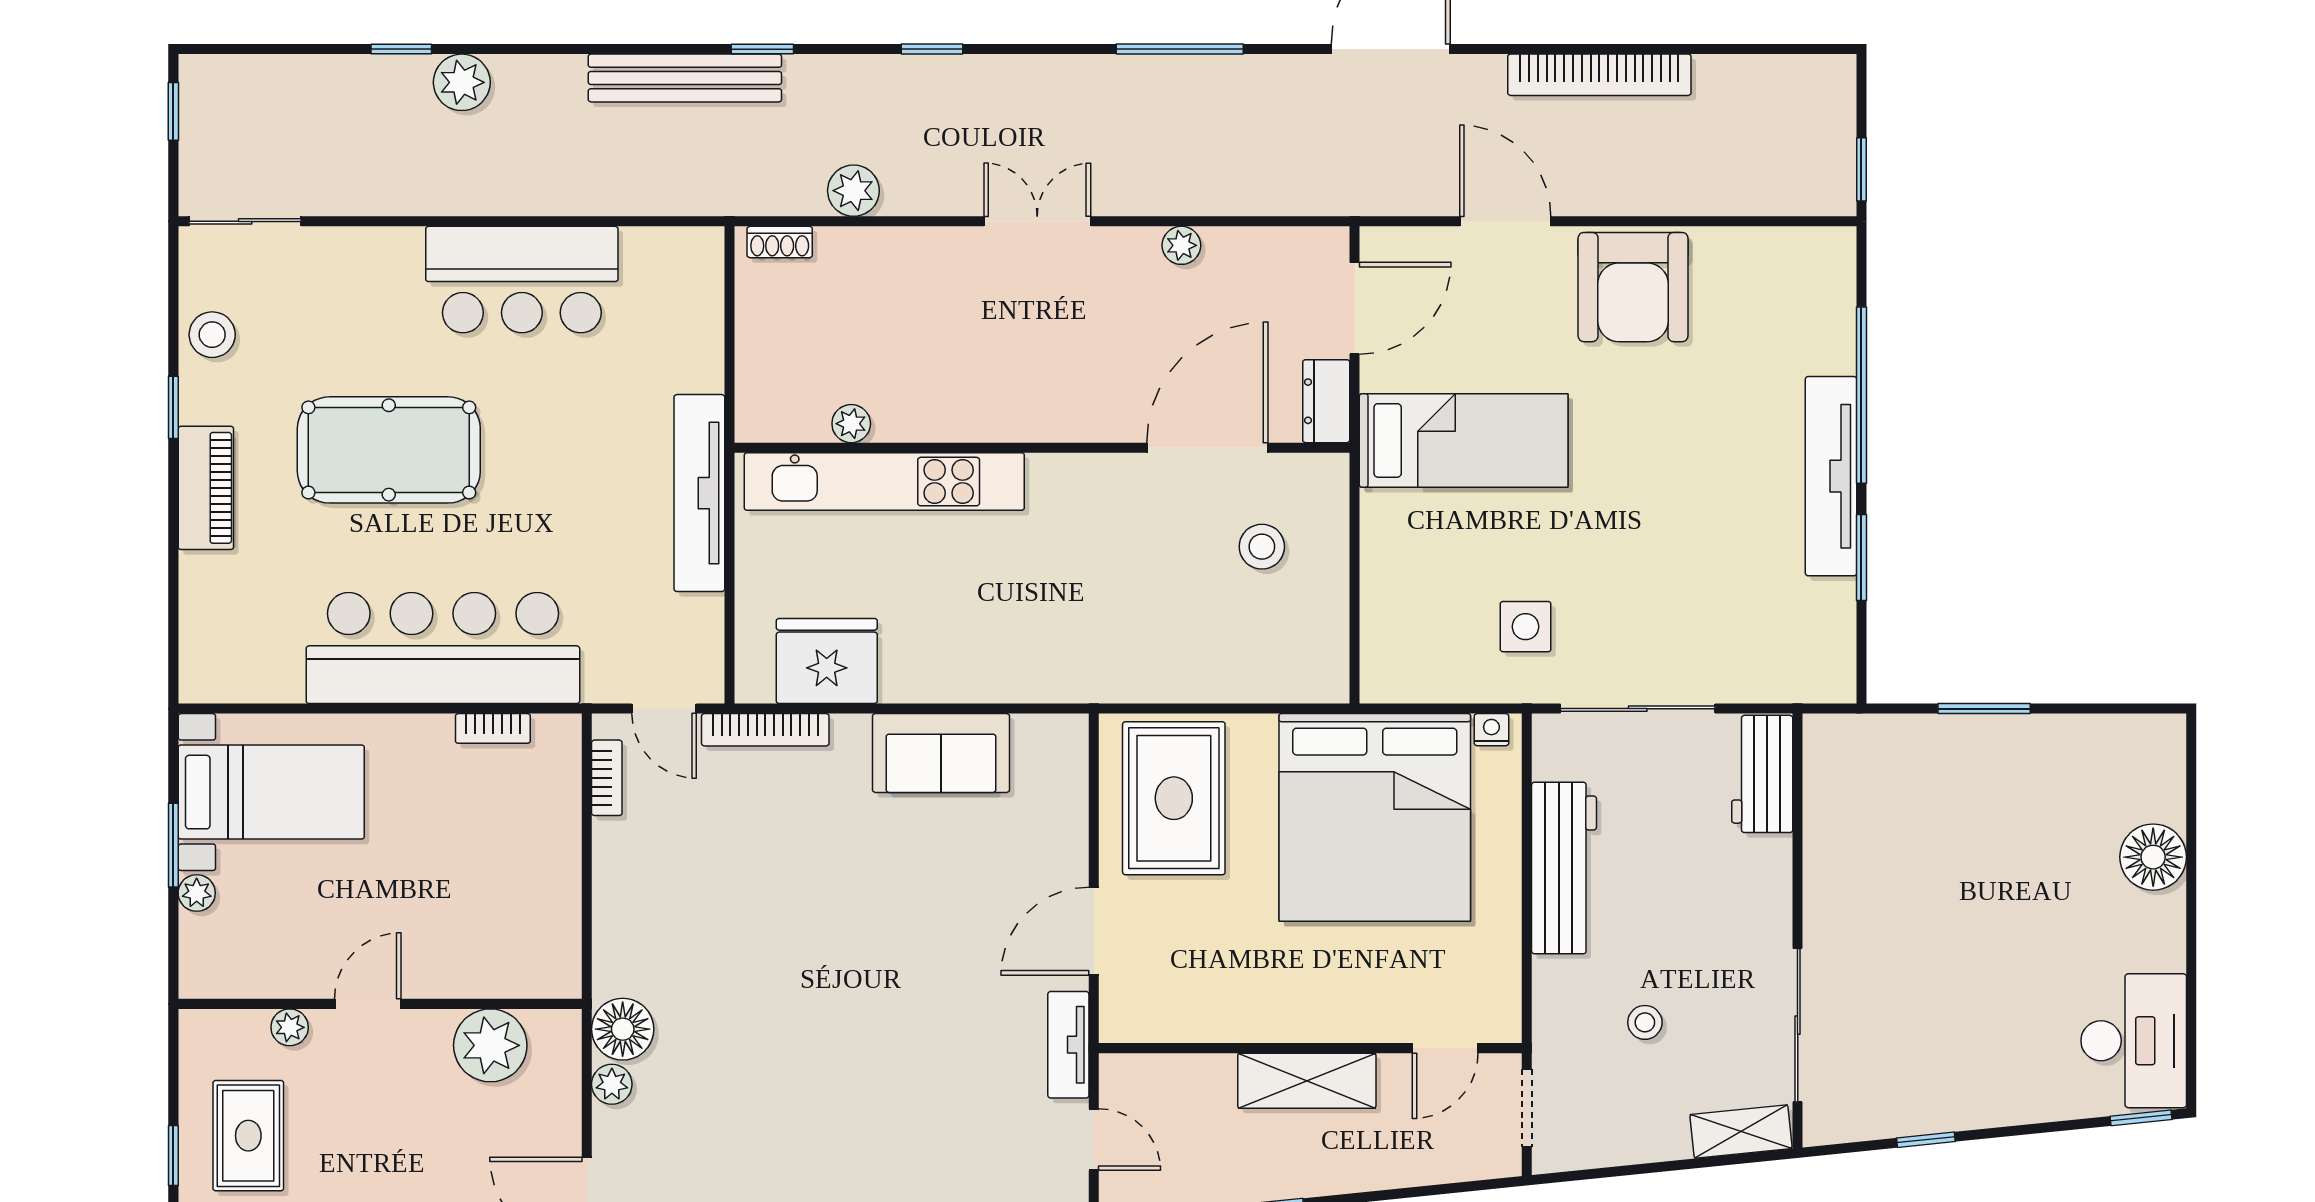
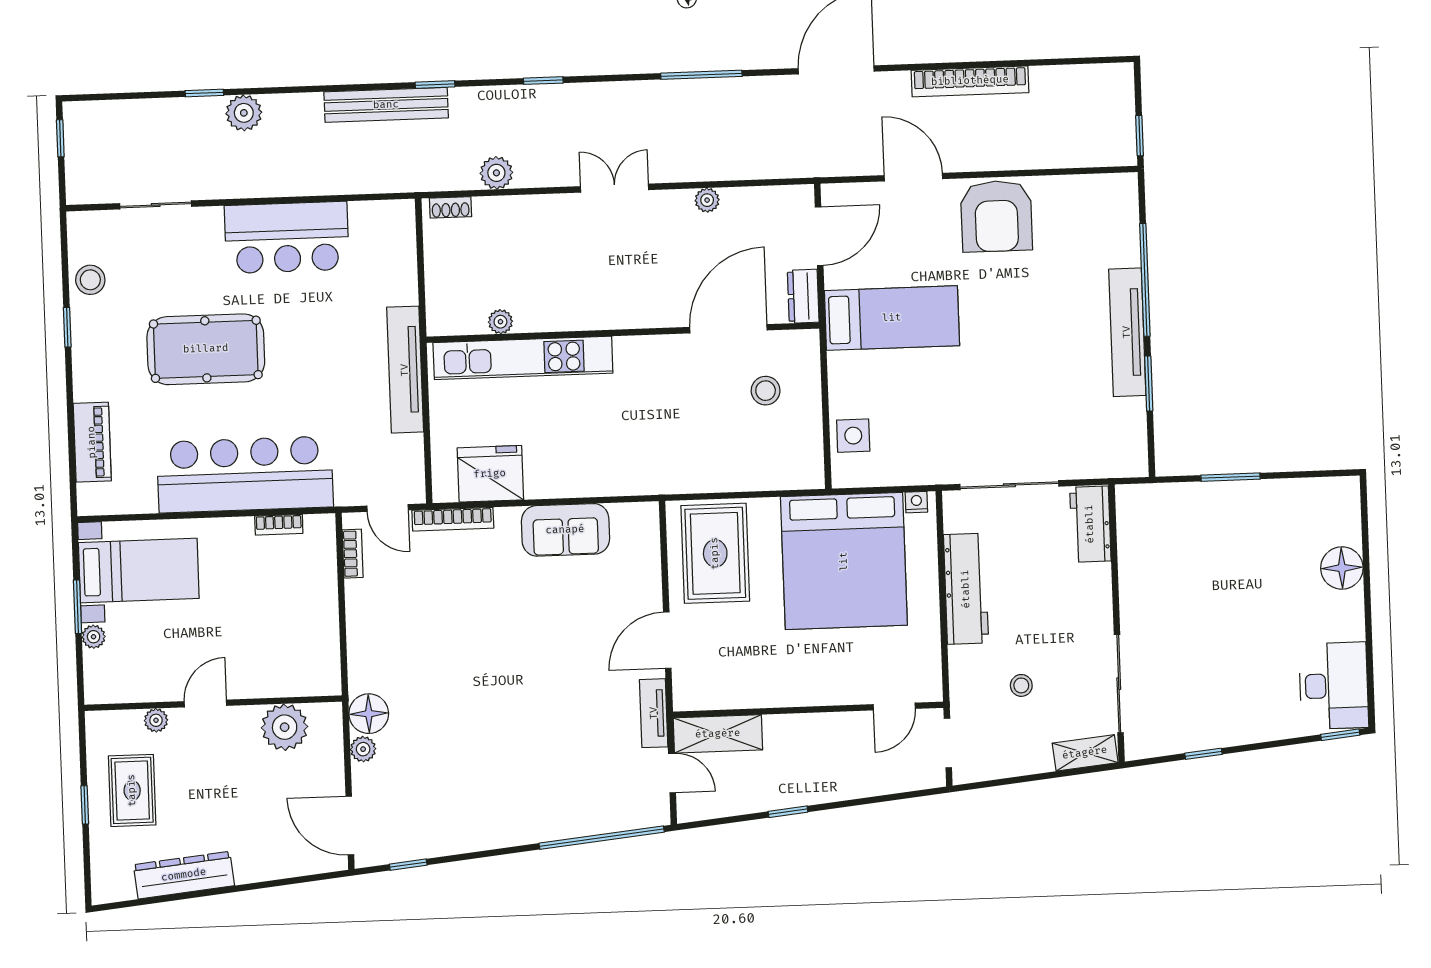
sliding door: (245, 221) -> (156, 205), moved
piano: (206, 488) -> (92, 442), moved
side table: (1526, 627) -> (853, 436), moved
shelving: (1307, 1081) -> (718, 734), moved

